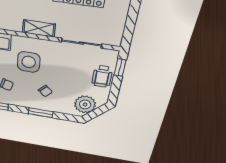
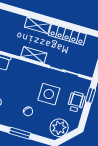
side table: (29, 62) -> (49, 94), moved
wheelchair: (102, 76) -> (76, 102), turned 180

